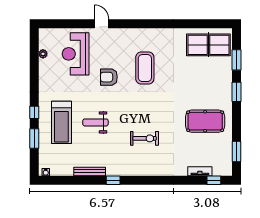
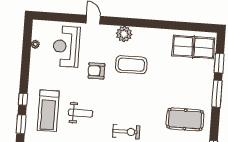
plant: (135, 36) -> (124, 34), added
coffee table: (145, 68) -> (131, 65), turned 90
window: (237, 92) -> (217, 94), width x1.44
weight bench: (95, 122) -> (81, 113), turned 180

